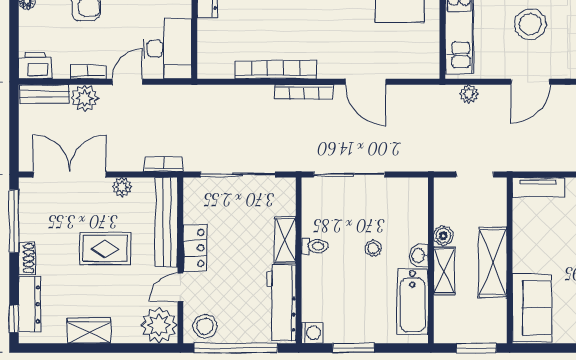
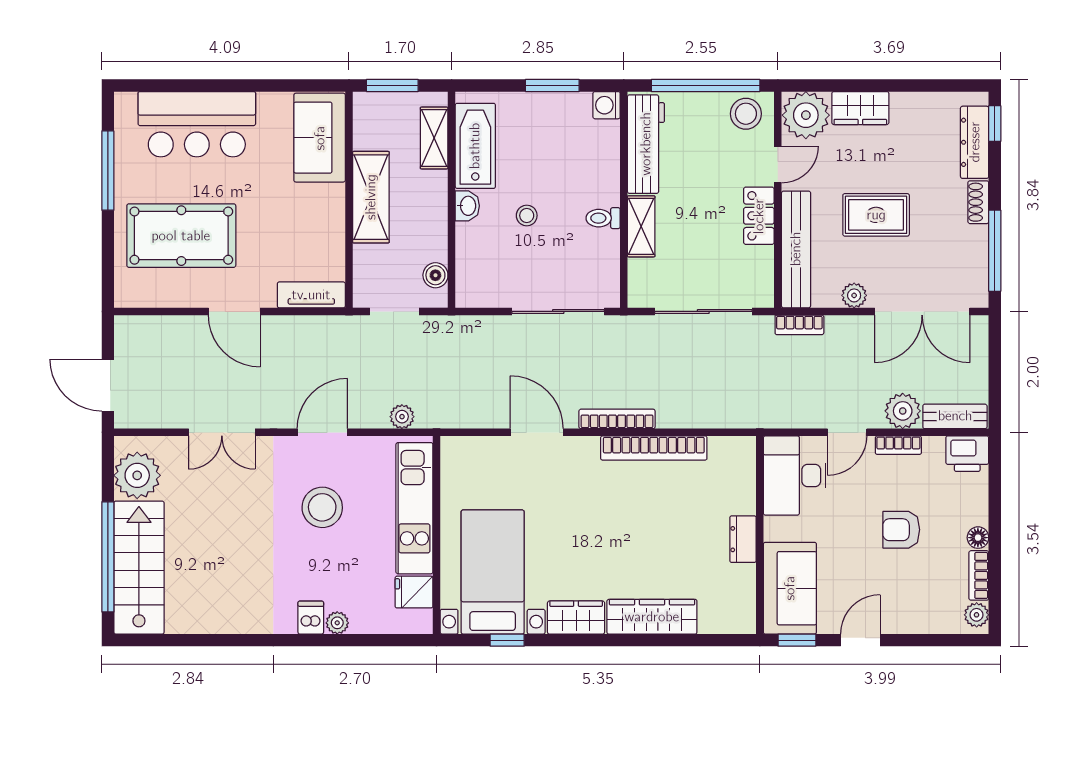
boiler: (443, 236) -> (435, 275), moved
shelving: (444, 271) -> (434, 138), moved
wardrobe: (89, 331) -> (860, 108), moved

